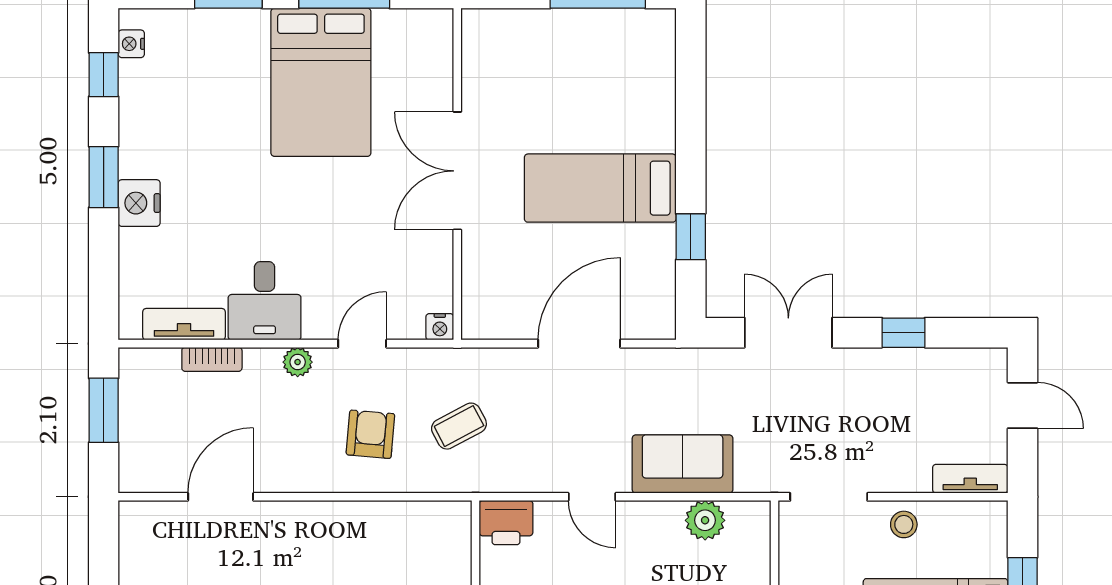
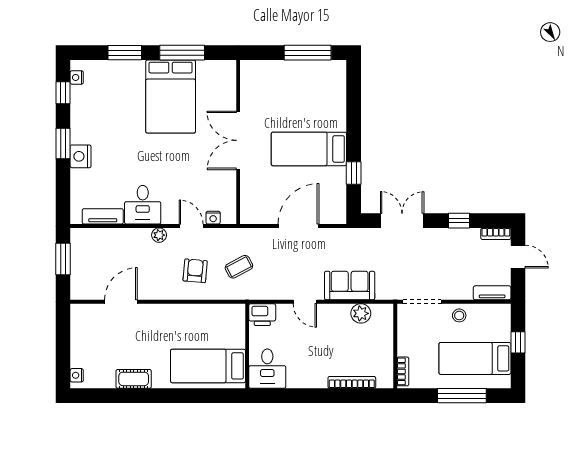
nightstand: (440, 327) -> (213, 218), moved
door: (362, 344) -> (191, 226), hinge flipped
bookcase: (212, 359) -> (496, 234), moved

